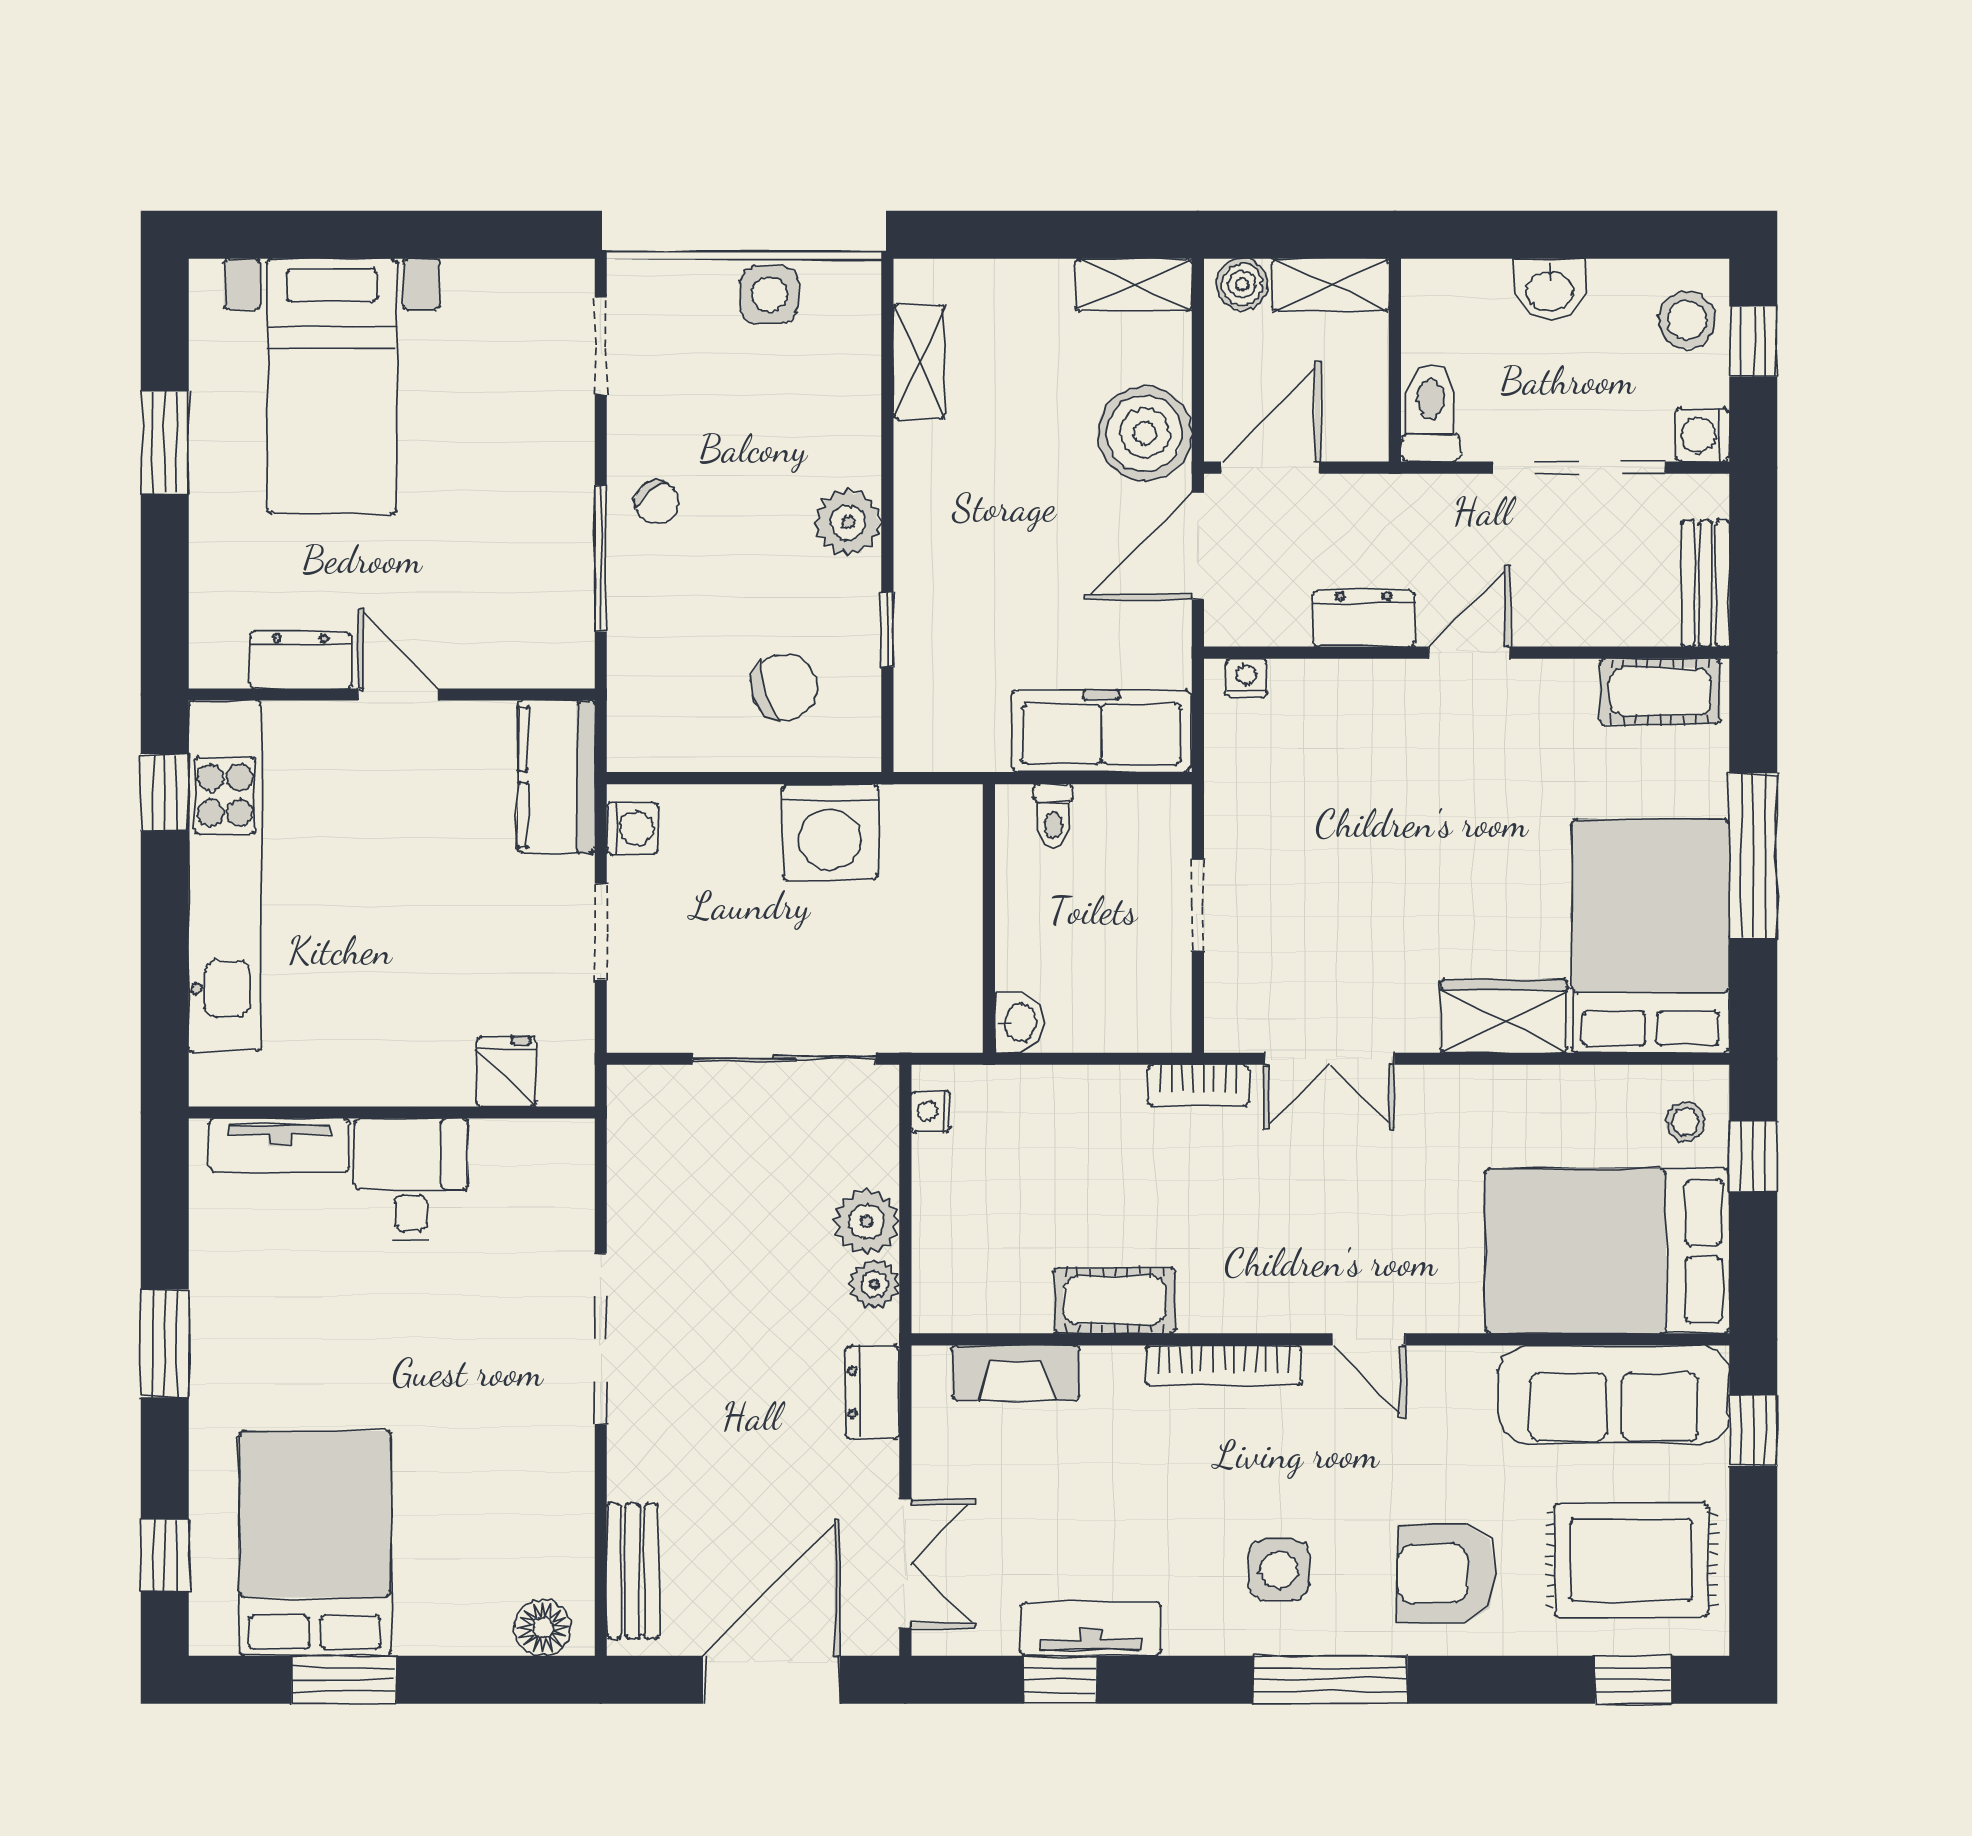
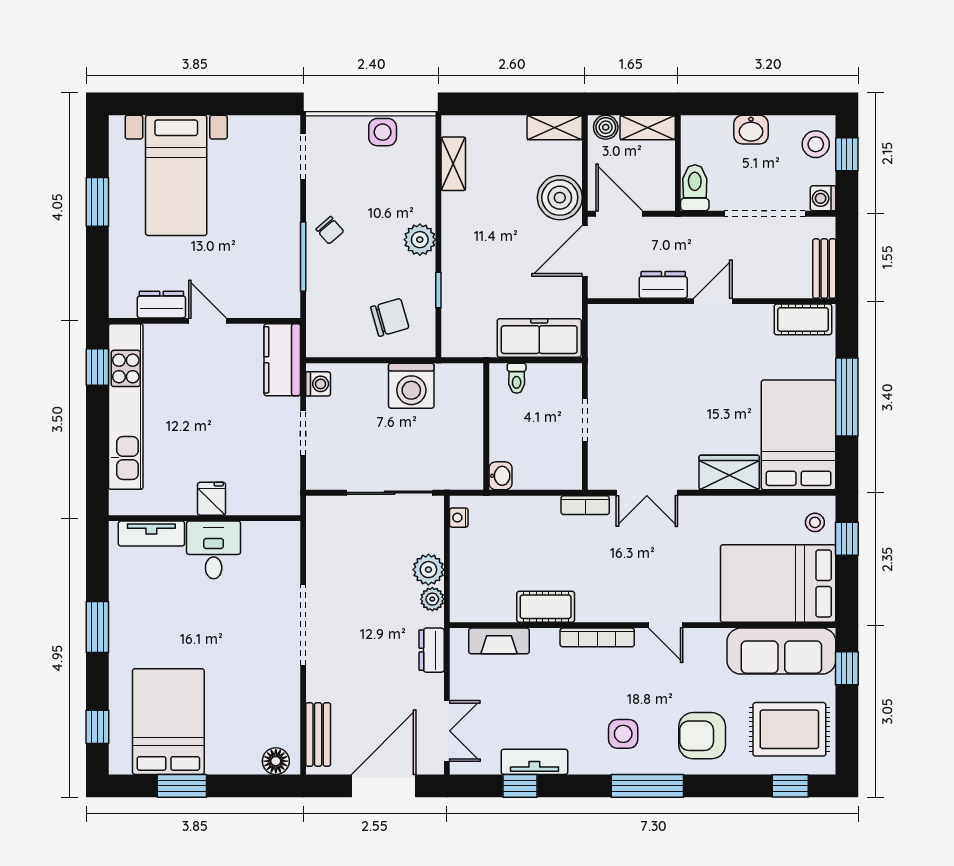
door: (1271, 468) -> (619, 214), hinge flipped
nightstand: (1246, 678) -> (608, 313), removed
fridge: (506, 1071) -> (212, 499), moved

